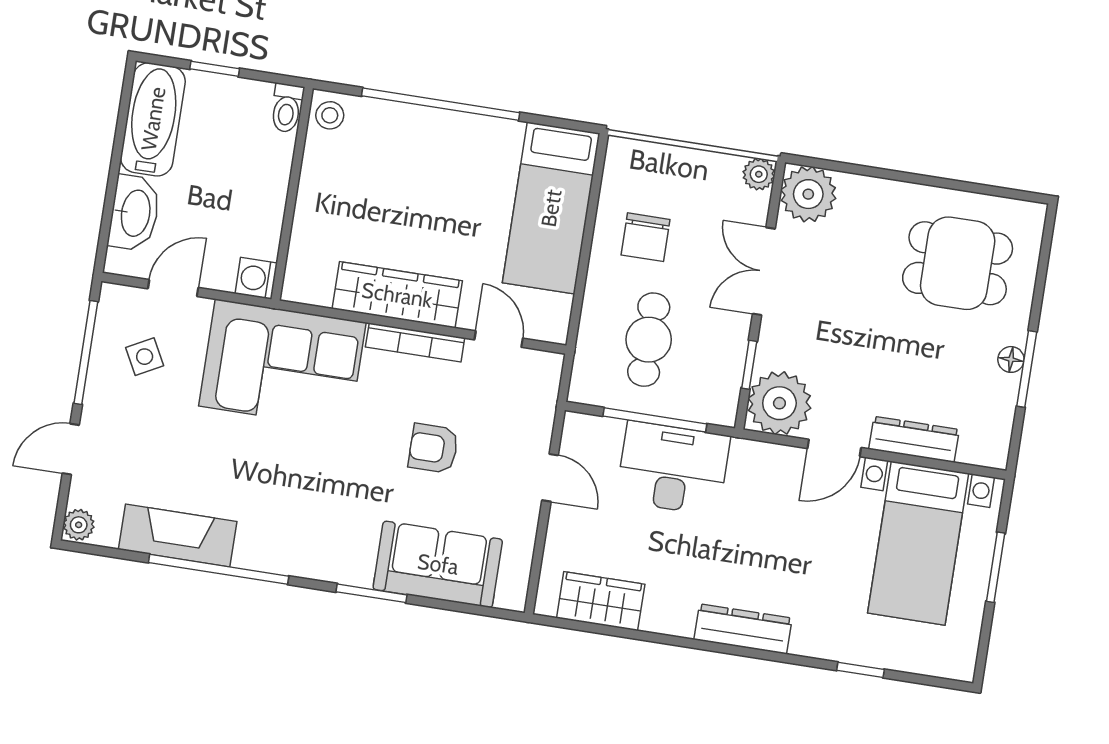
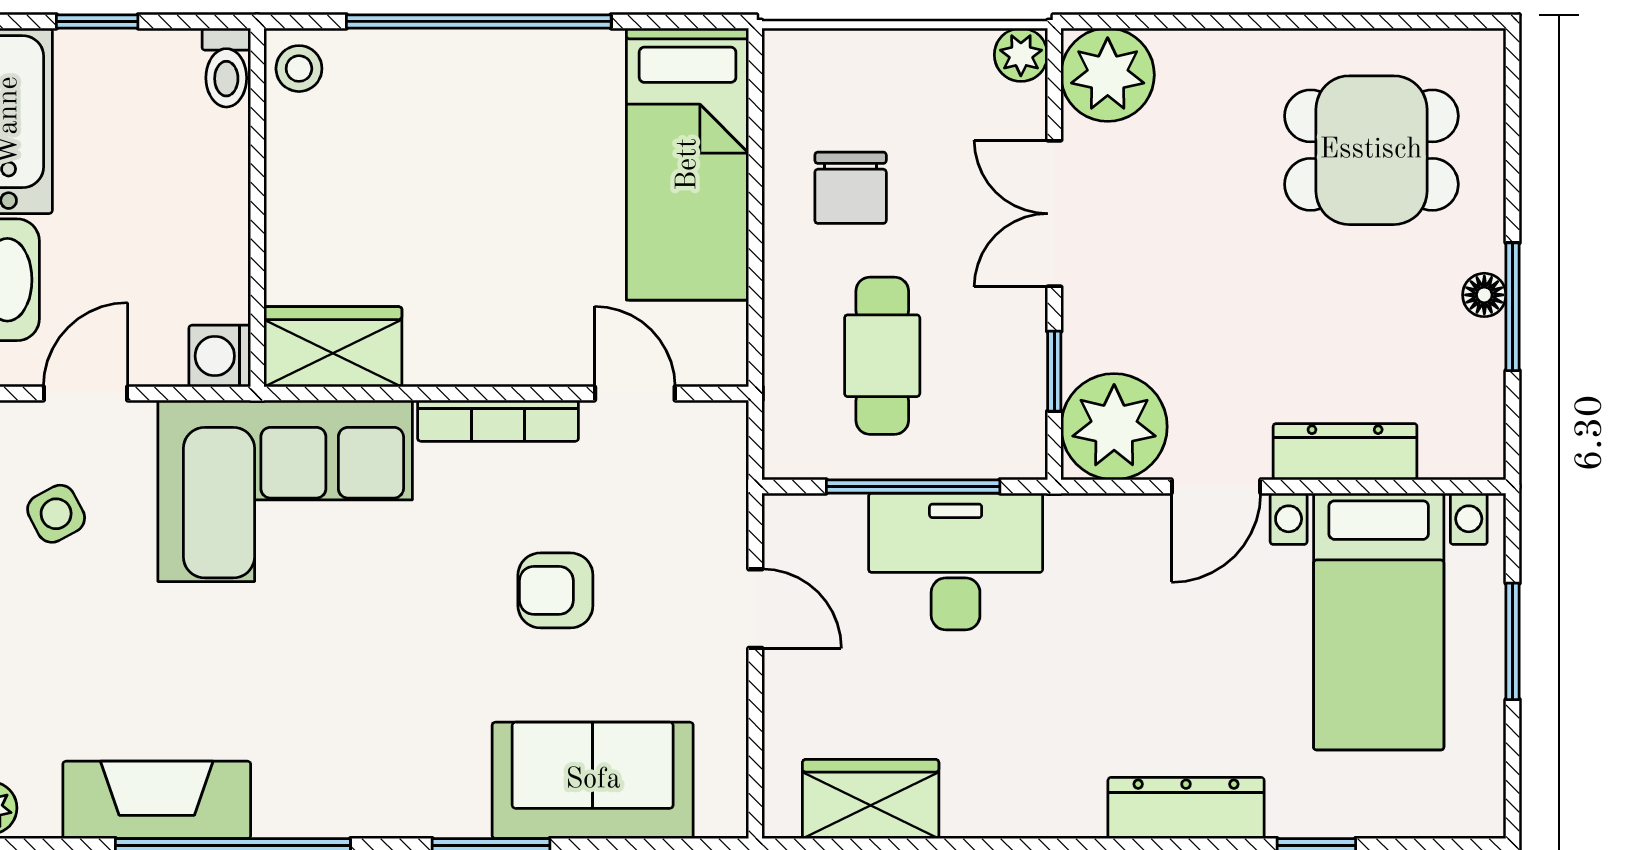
wardrobe: (397, 295) -> (333, 347), moved, width x0.67
dresser: (743, 629) -> (1186, 808), moved

